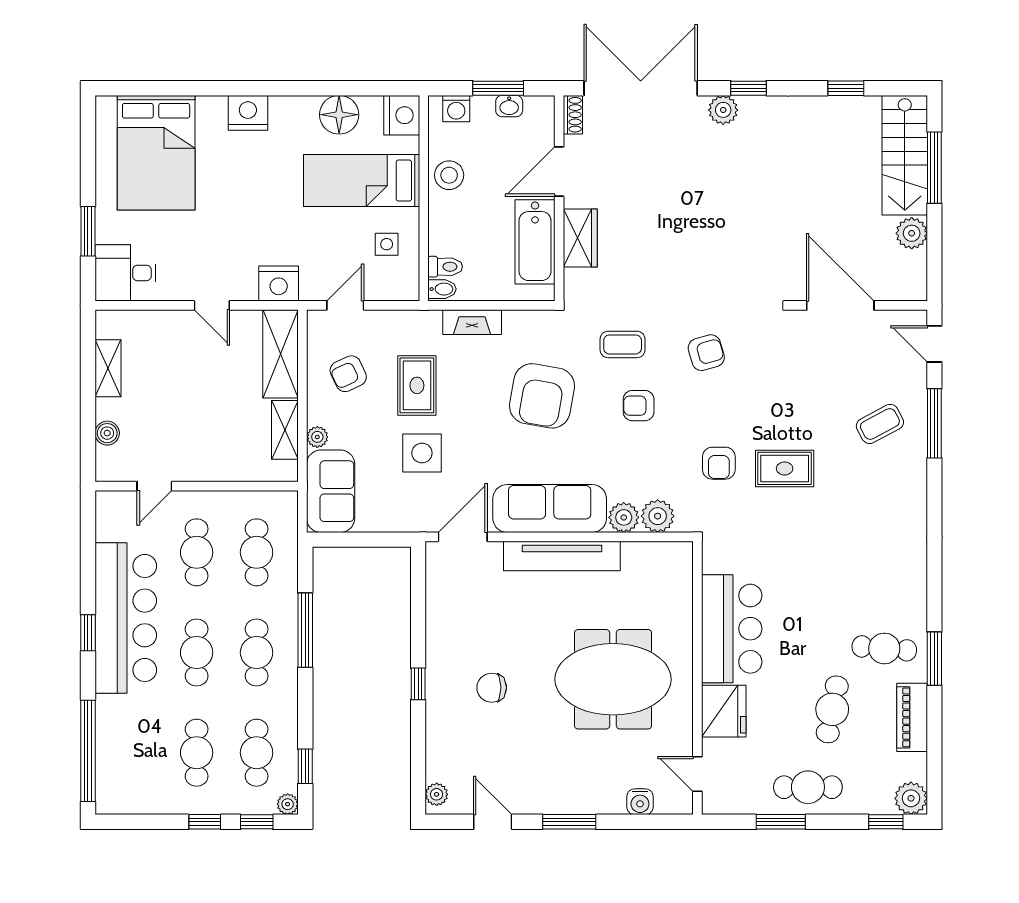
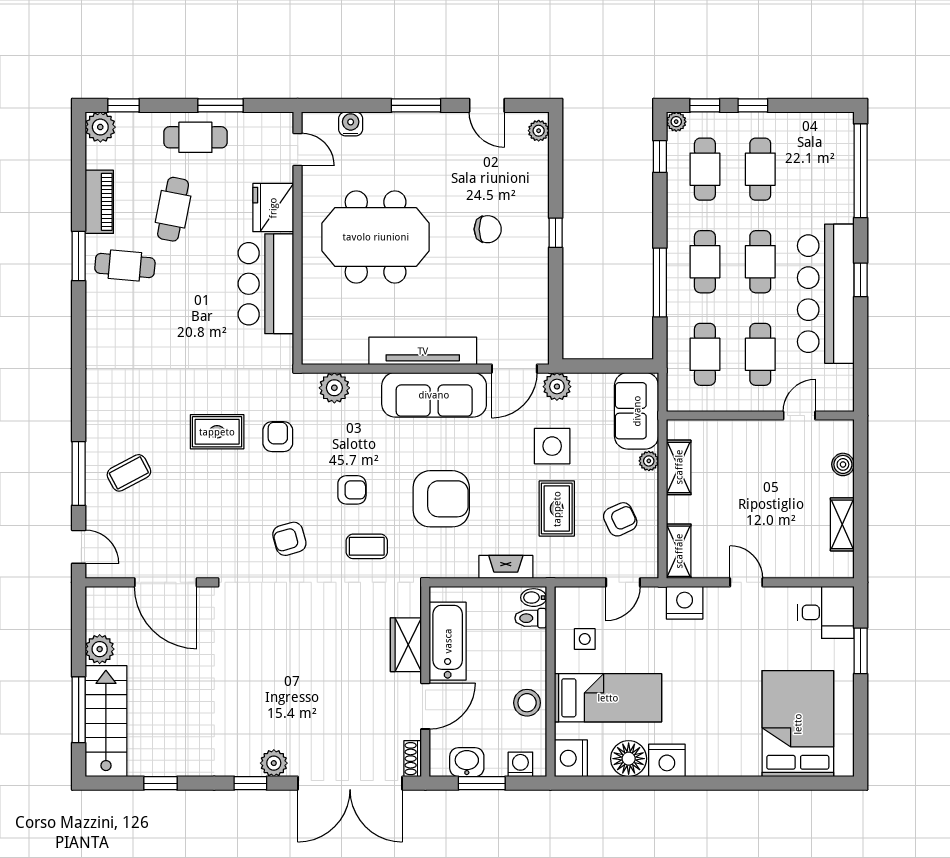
washbasin: (509, 106) -> (467, 762), width x1.38, depth x1.45
nightstand: (248, 113) -> (667, 760), moved
shelving: (281, 354) -> (679, 551), width x0.67, depth x0.75
armchair: (542, 396) -> (441, 499), turned 80
plant: (624, 517) -> (557, 387), moved

